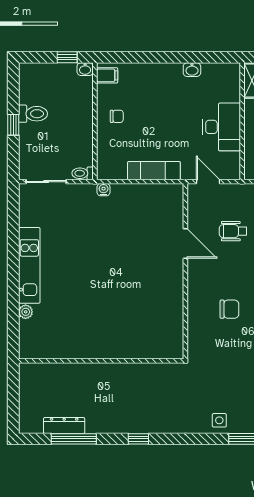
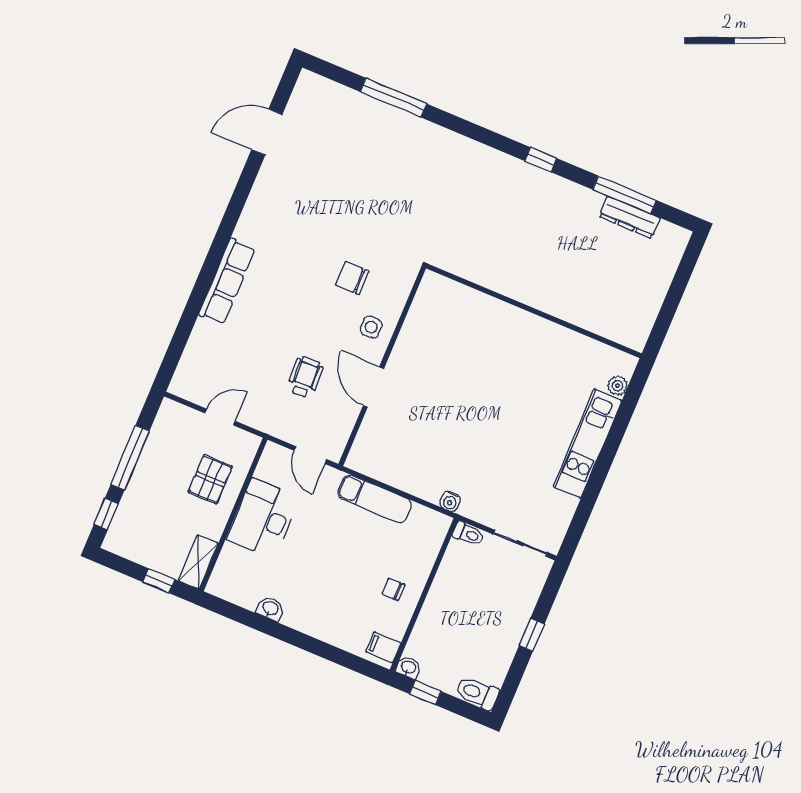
toilet: (33, 114) -> (477, 693), moved
wheelchair: (233, 231) -> (305, 377), turned -93
wall: (101, 361) -> (534, 311), moved
side table: (219, 420) -> (371, 327), moved

